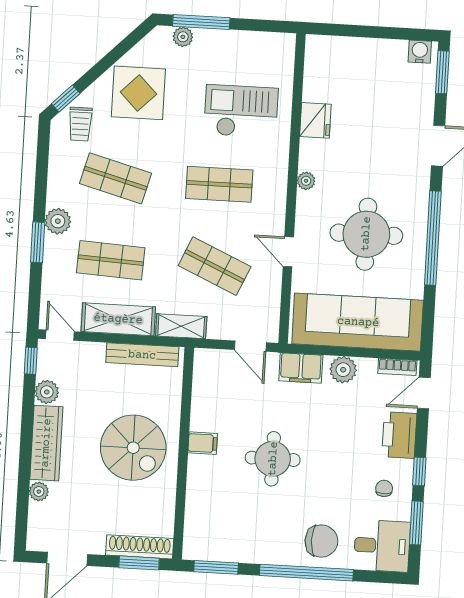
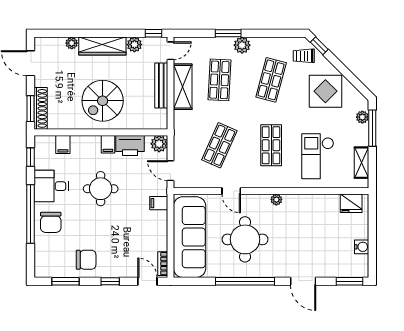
water cooler: (420, 52) -> (362, 247), moved
checkout: (241, 111) -> (318, 156), turned 180
fridge: (315, 120) -> (351, 203), moved
door: (288, 252) -> (231, 191), swing flipped
shelving: (181, 326) -> (362, 163), moved
door: (250, 346) -> (171, 171), hinge flipped
bench: (142, 355) -> (161, 86), moved
filing cabinet: (301, 368) -> (159, 203), width x0.50
plant: (343, 370) -> (159, 144), moved
printer: (399, 435) -> (130, 146), moved, turned 180
window: (419, 471) -> (110, 281), moved
chair: (384, 488) -> (86, 260), width x1.87, depth x1.87
filing cabinet: (199, 515) -> (63, 145), added
desk: (382, 546) -> (51, 186), moved, turned 90
window: (216, 567) -> (30, 157), width x0.67

